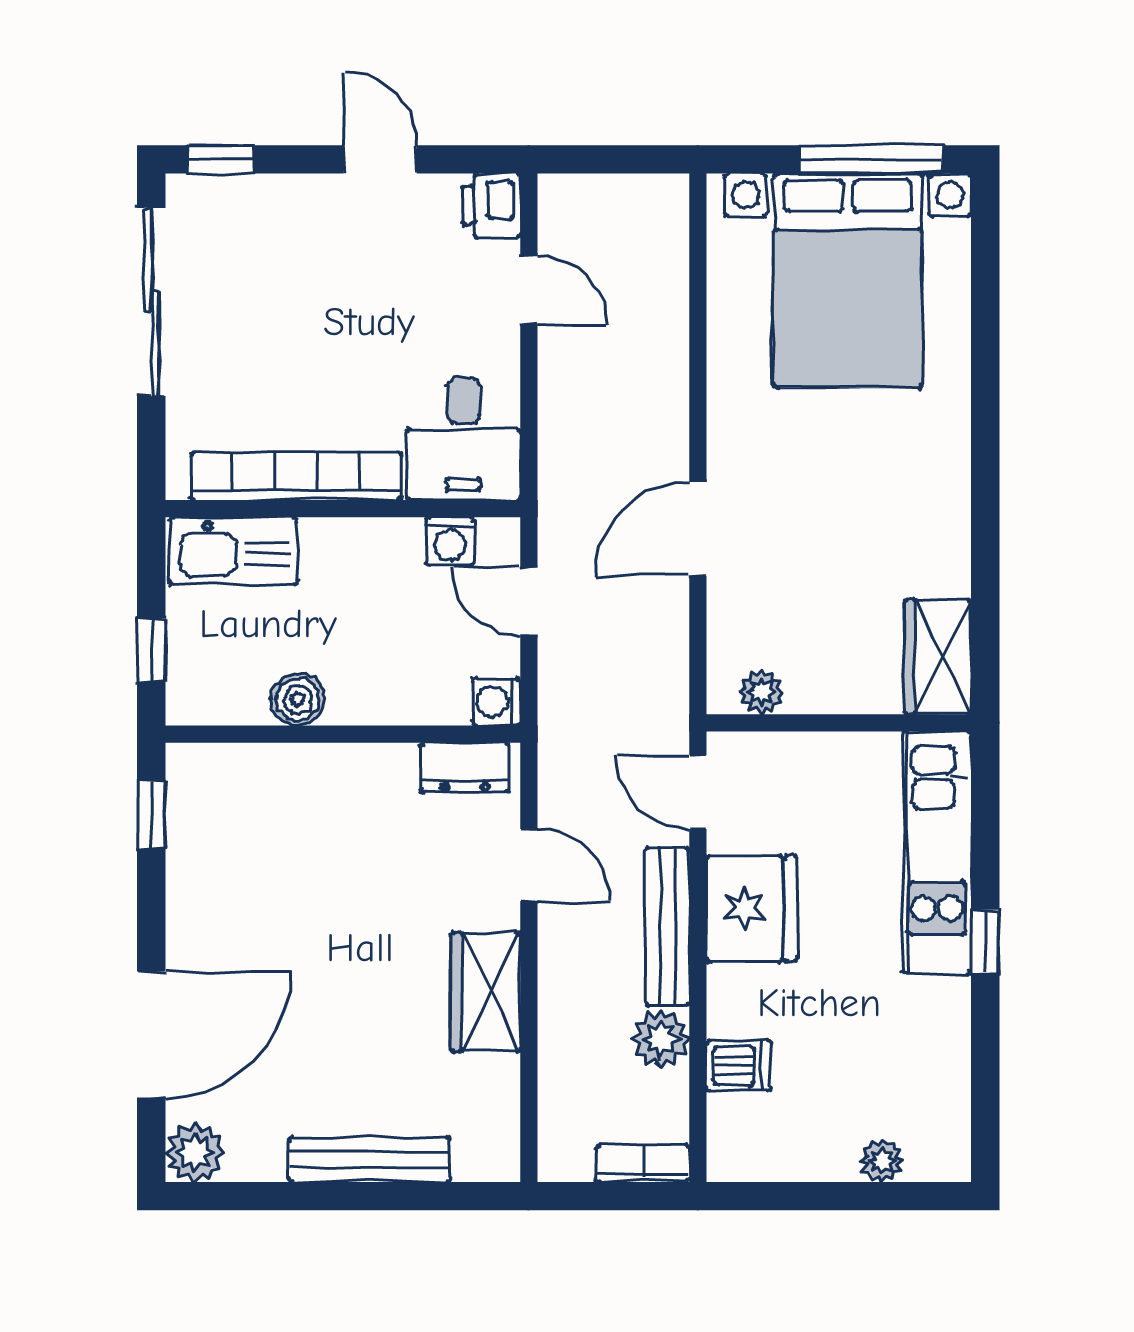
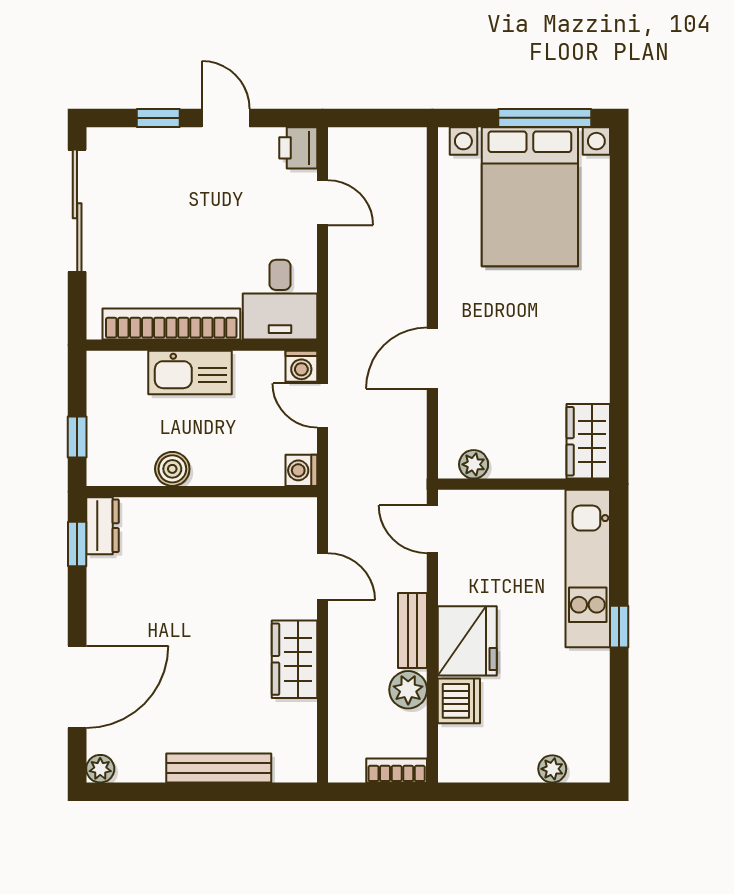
window: (221, 159) -> (158, 118), moved
washing machine: (450, 541) -> (301, 366), moved
kitchen sink: (234, 551) -> (190, 373), moved
dresser: (465, 767) -> (102, 526), moved, turned -90
fridge: (752, 909) -> (467, 641), moved
bench: (667, 927) -> (413, 630), width x0.73
dishwasher: (739, 1066) -> (459, 701), width x1.38
plant: (195, 1153) -> (100, 769), width x0.73, depth x0.73

